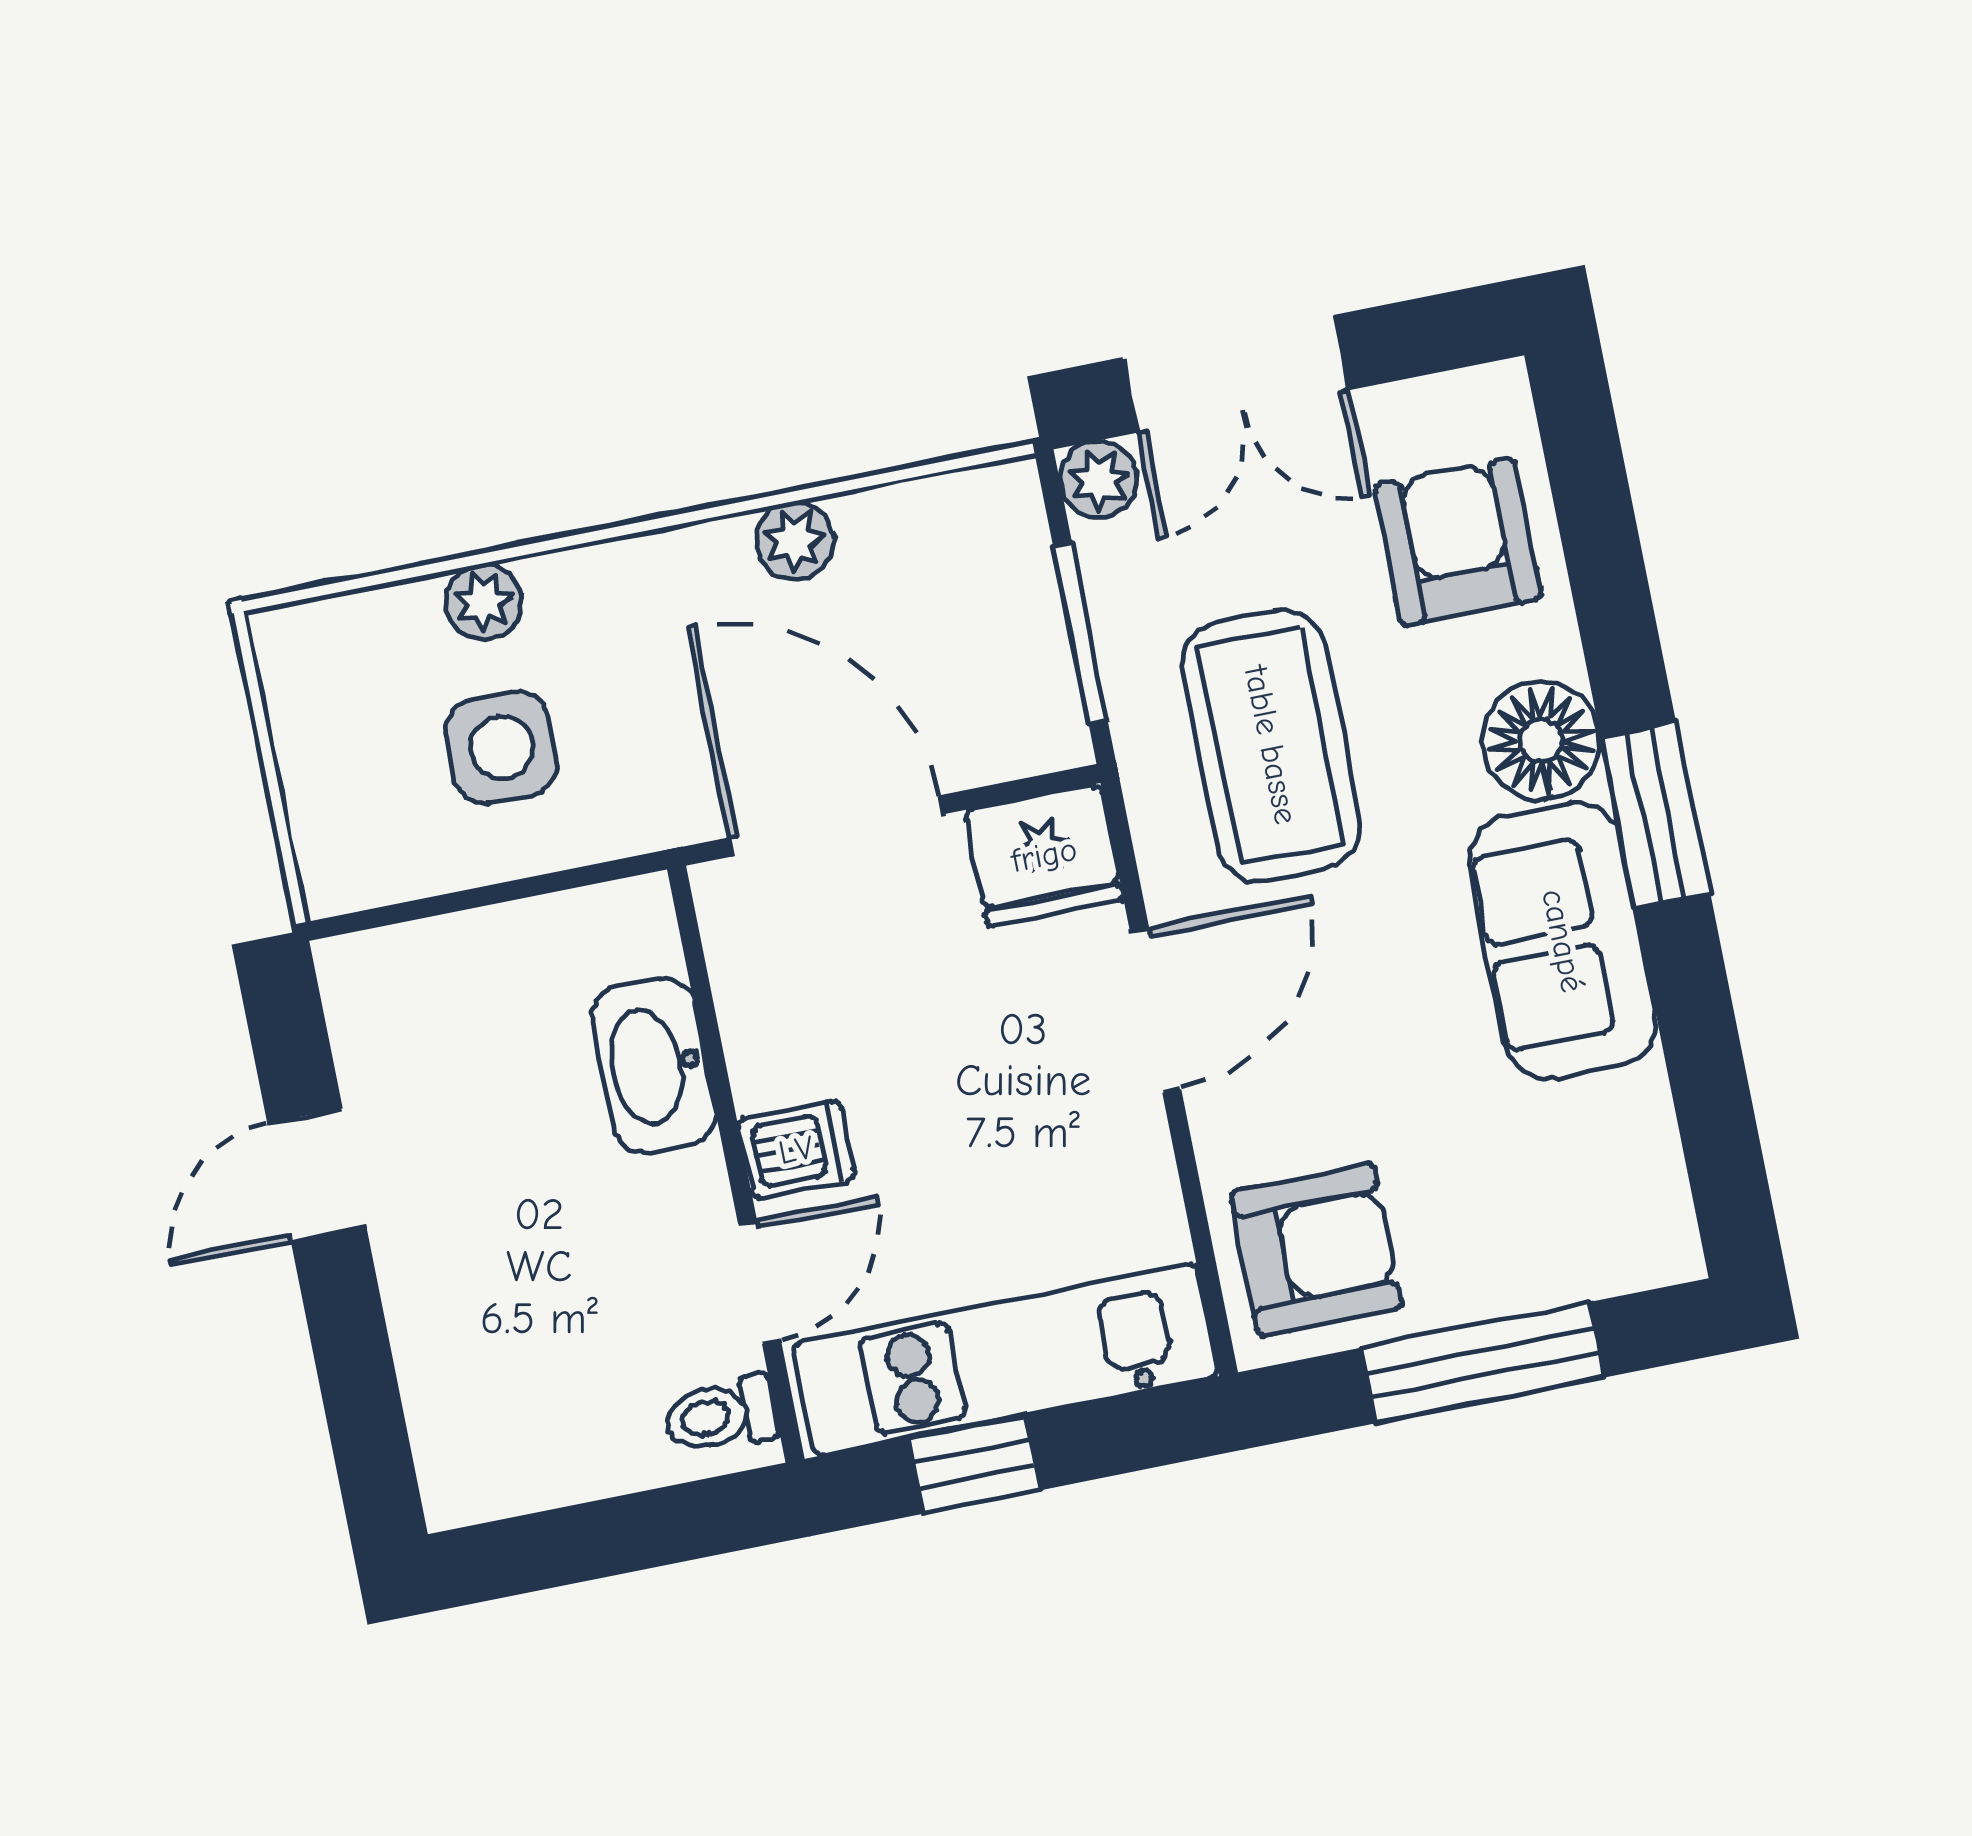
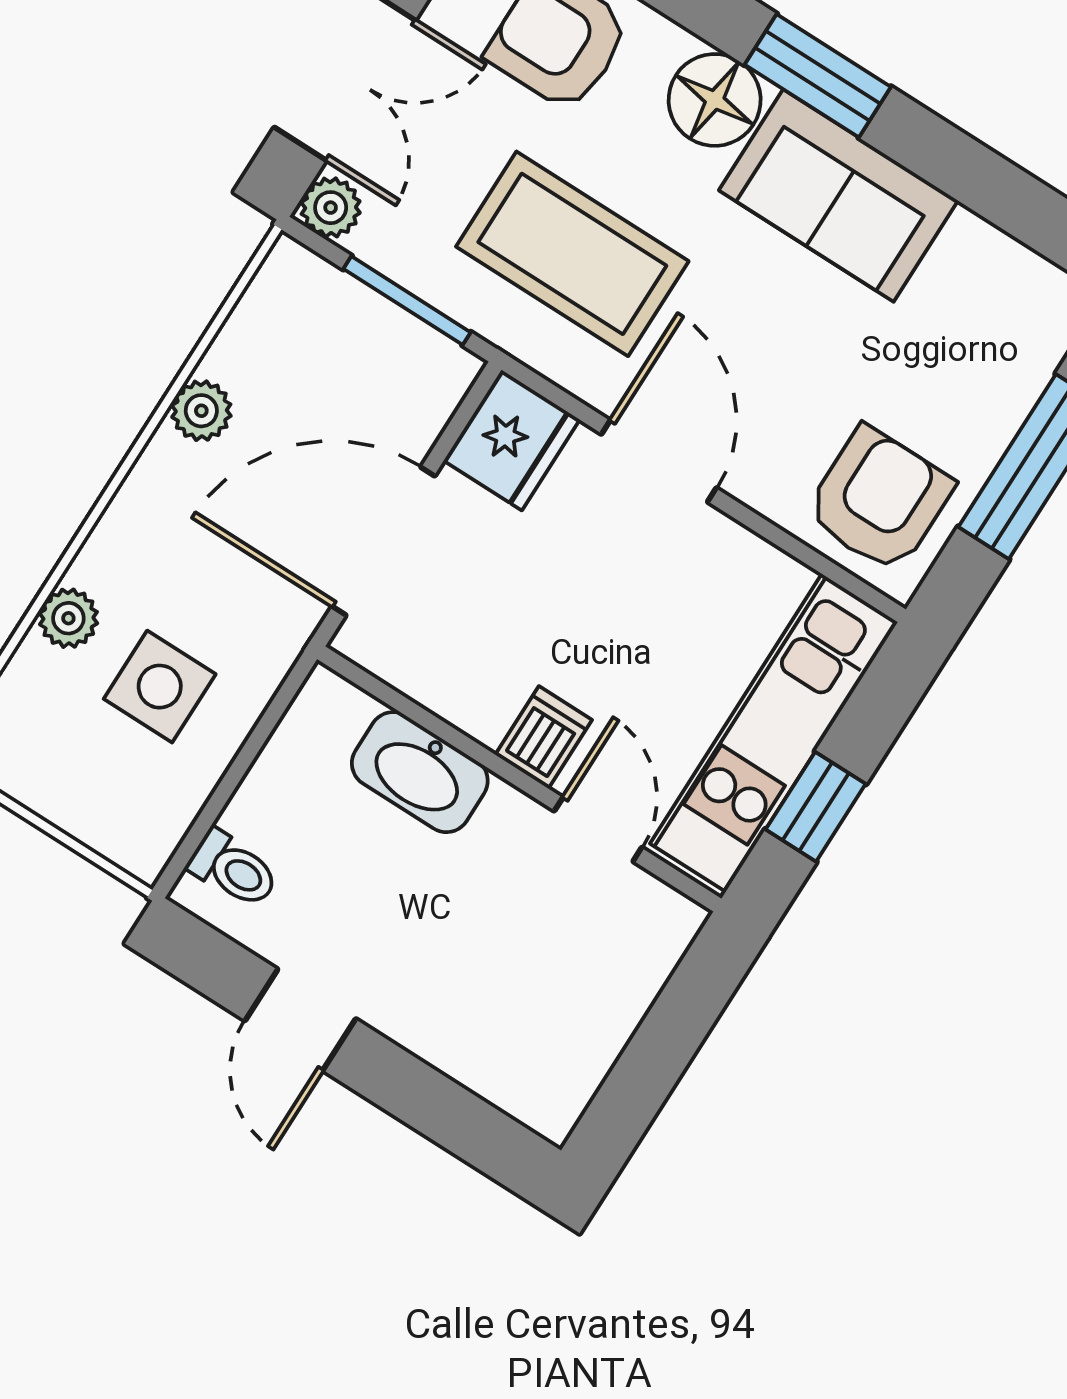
toilet: (721, 1415) -> (233, 869), moved, turned -90

